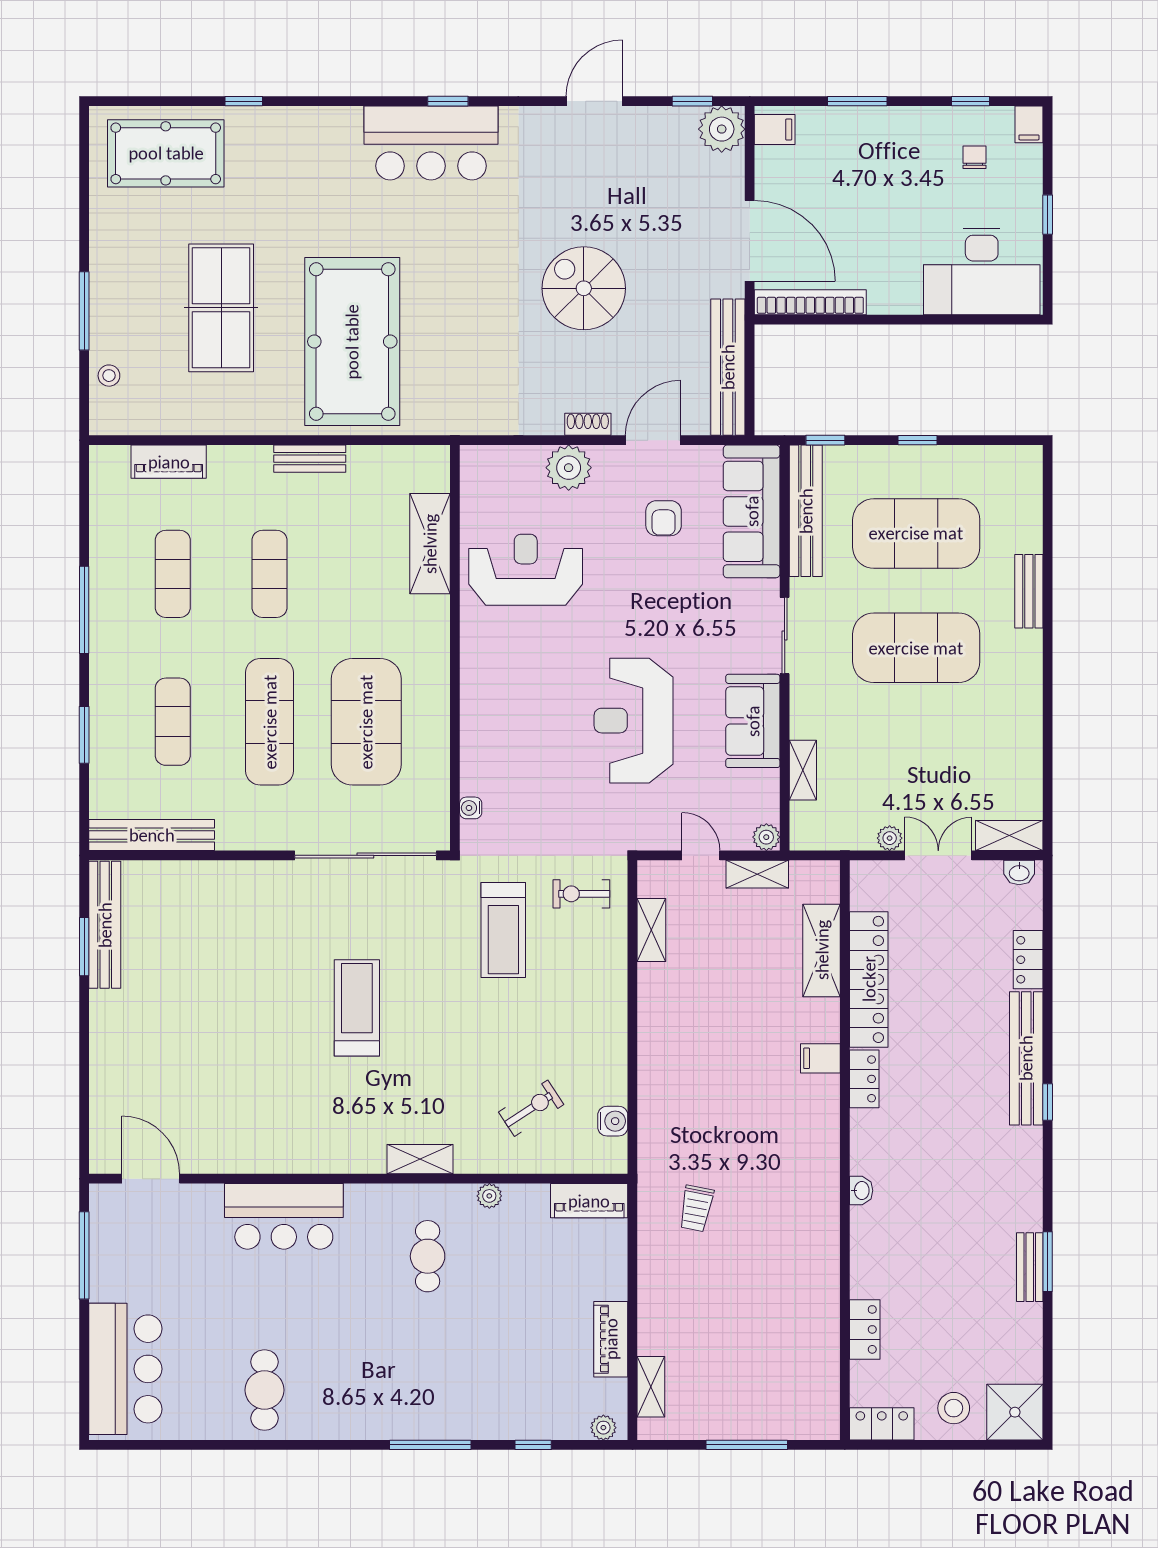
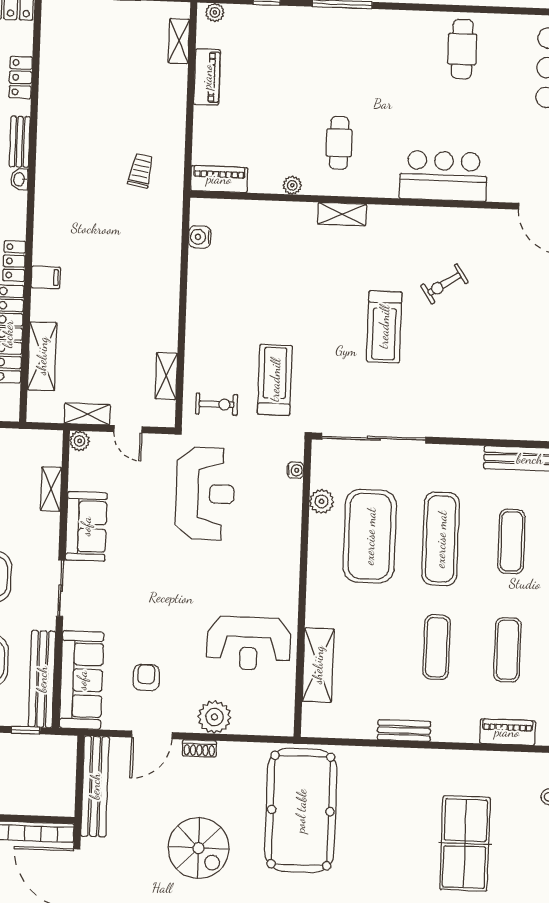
pool table: (352, 342) -> (301, 811), moved
reception desk: (634, 721) -> (205, 494), moved
plant: (434, 767) -> (322, 501), added
exercise bike: (531, 1108) -> (444, 284), moved
bench: (863, 1242) -> (20, 142), added

